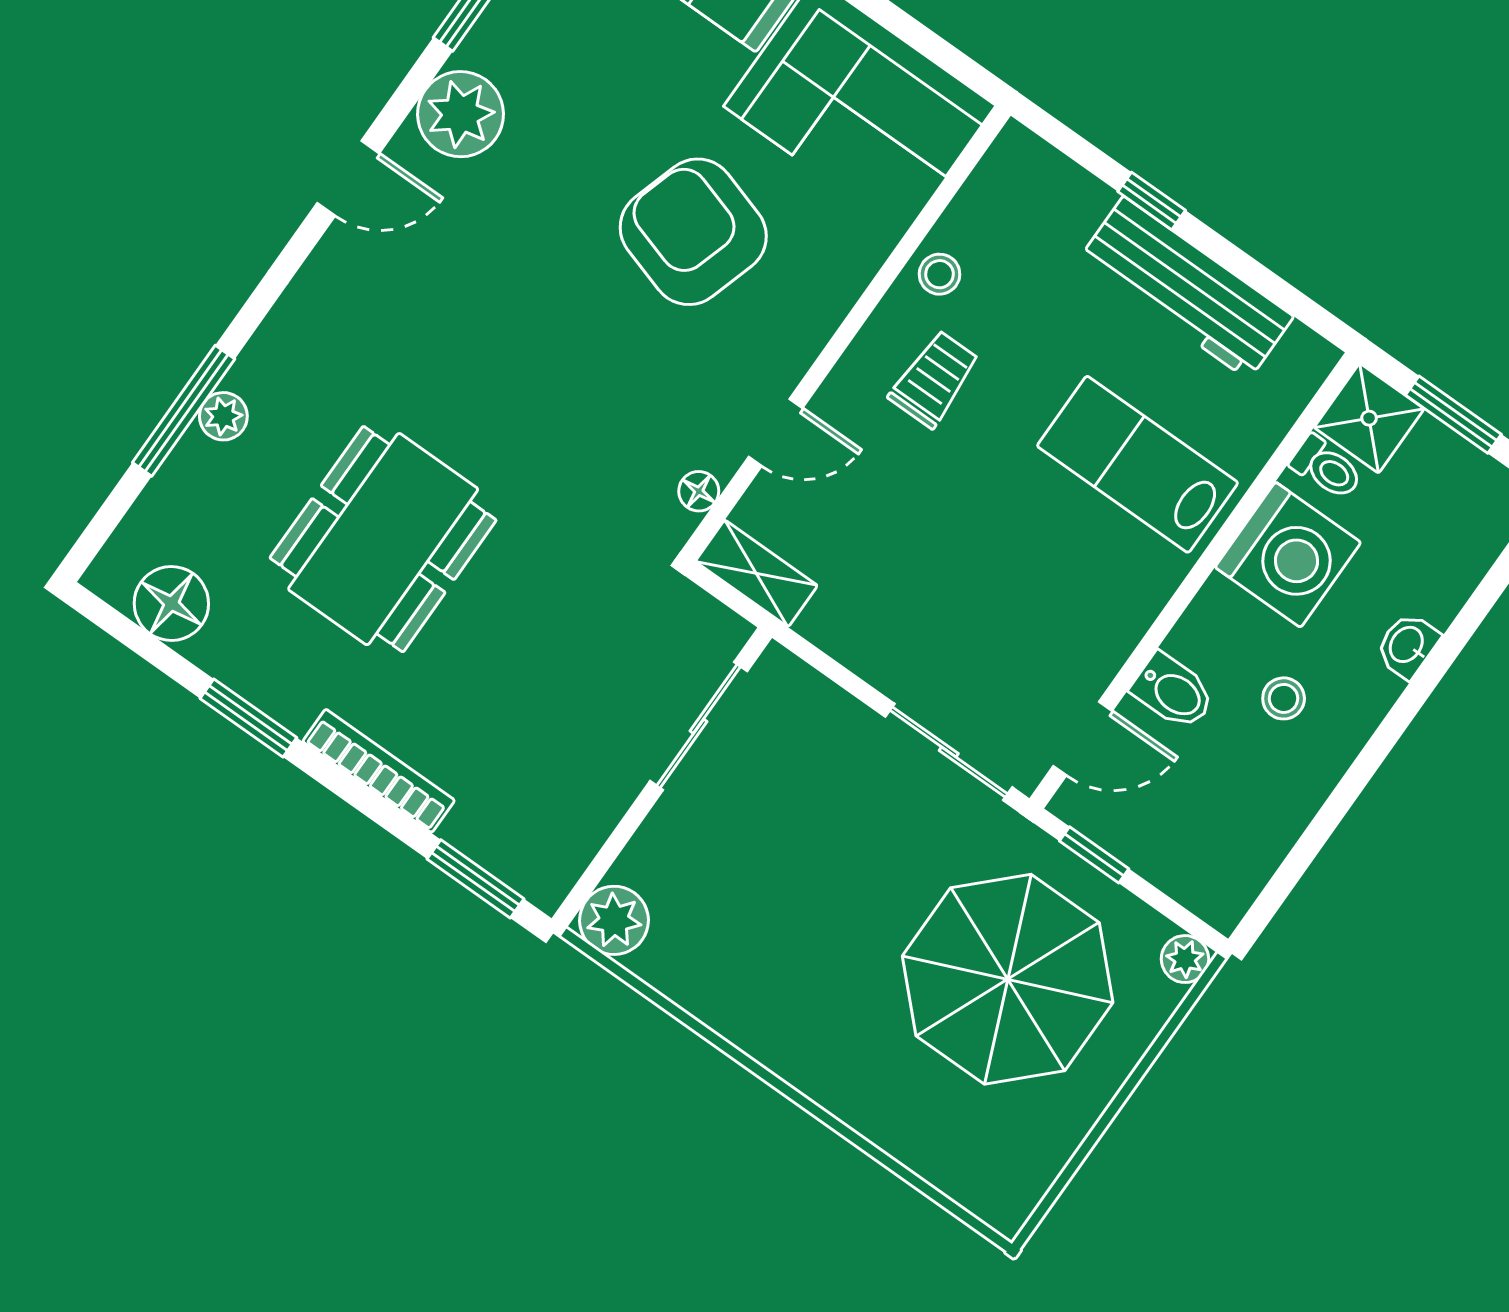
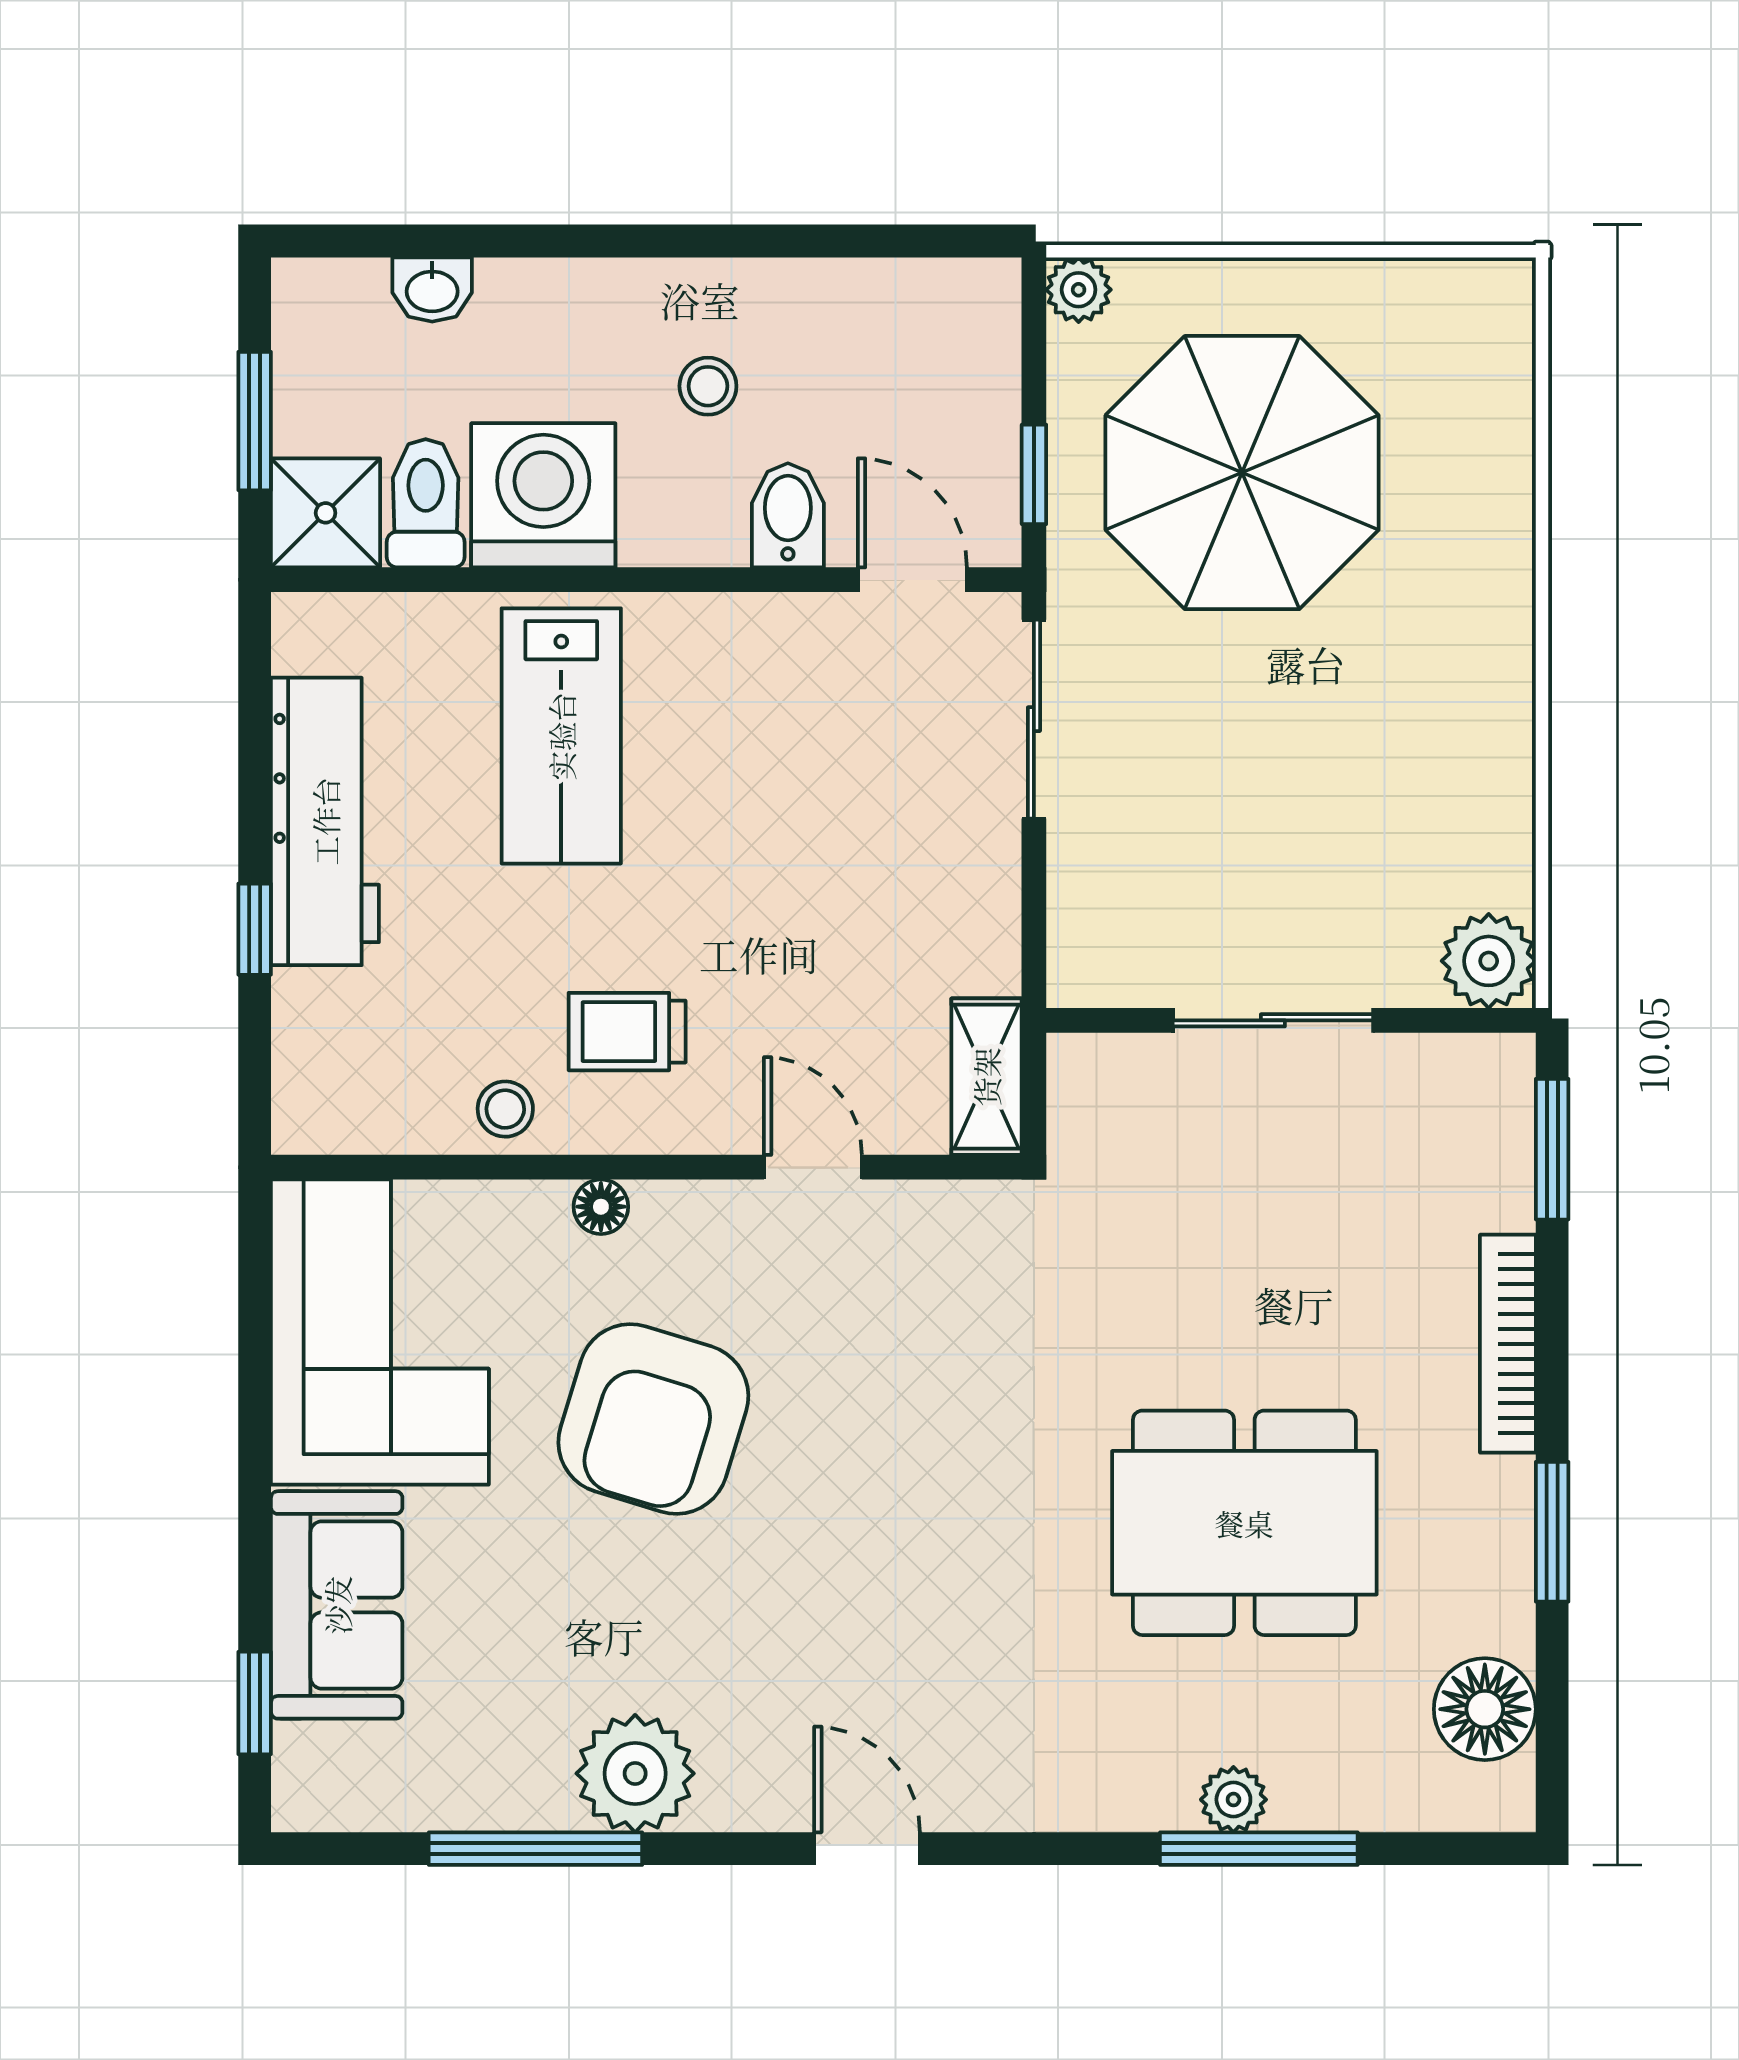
plant: (461, 114) -> (635, 1773), moved
toilet: (1327, 468) -> (426, 503), width x1.37, depth x1.39
floor lamp: (699, 491) -> (601, 1207), moved
washbasin: (1407, 645) -> (432, 290), moved
sliding door: (699, 726) -> (1273, 1020), moved

